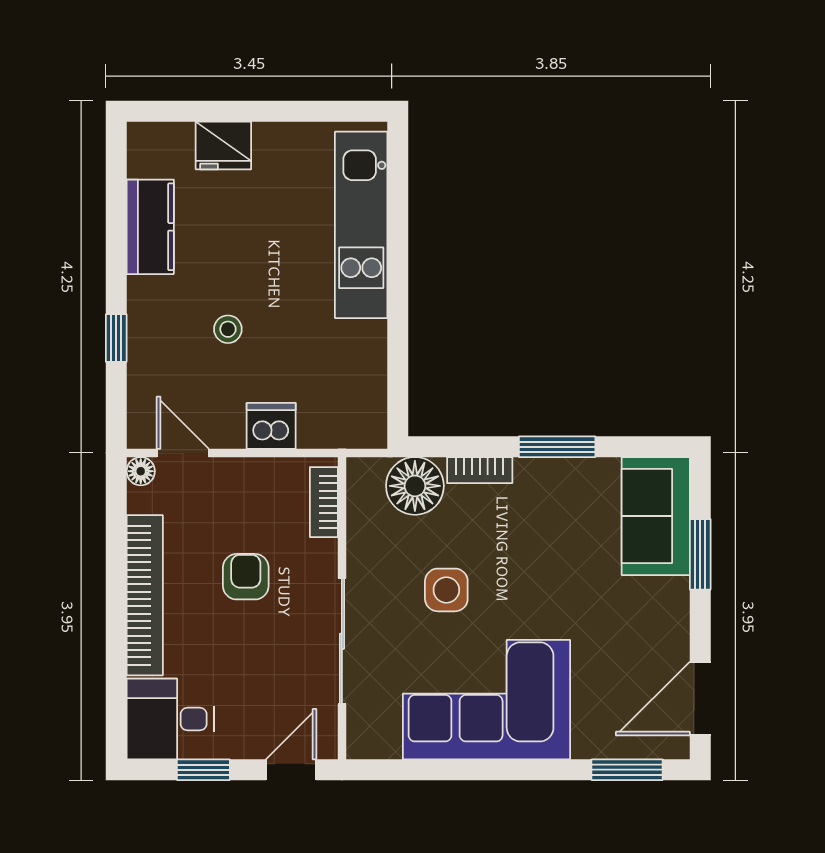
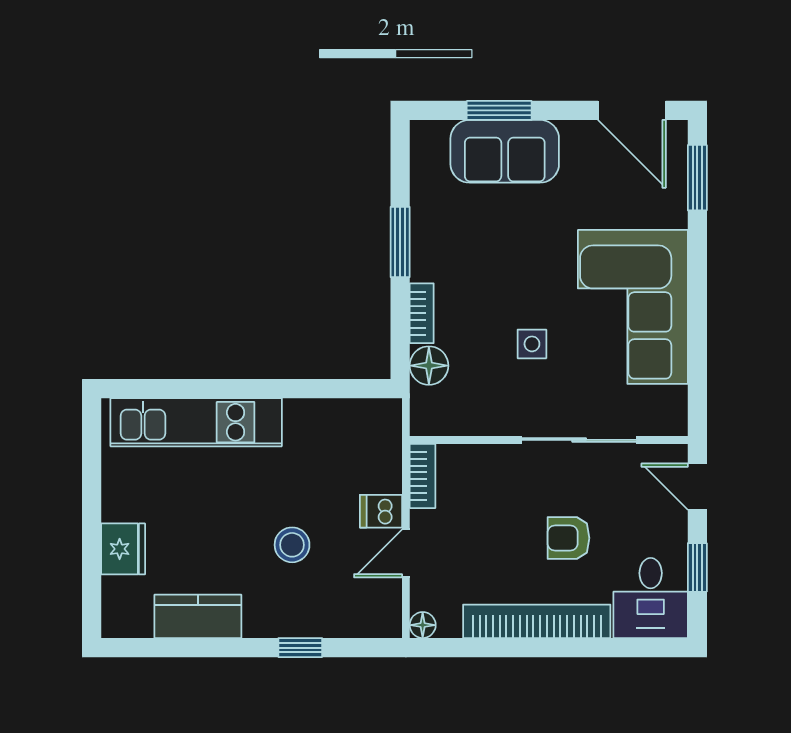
stool: (228, 329) -> (292, 545), width x1.37, depth x1.37
dishwasher: (271, 426) -> (381, 511), width x0.73
door: (183, 453) -> (406, 553), moved
floor lamp: (415, 486) -> (429, 366), width x0.73, depth x0.73
bookcase: (324, 502) -> (423, 476), moved, turned -90
sofa: (656, 516) -> (505, 151), moved
armchair: (246, 577) -> (569, 538), moved
side table: (446, 590) -> (532, 344), width x0.73, depth x0.73

